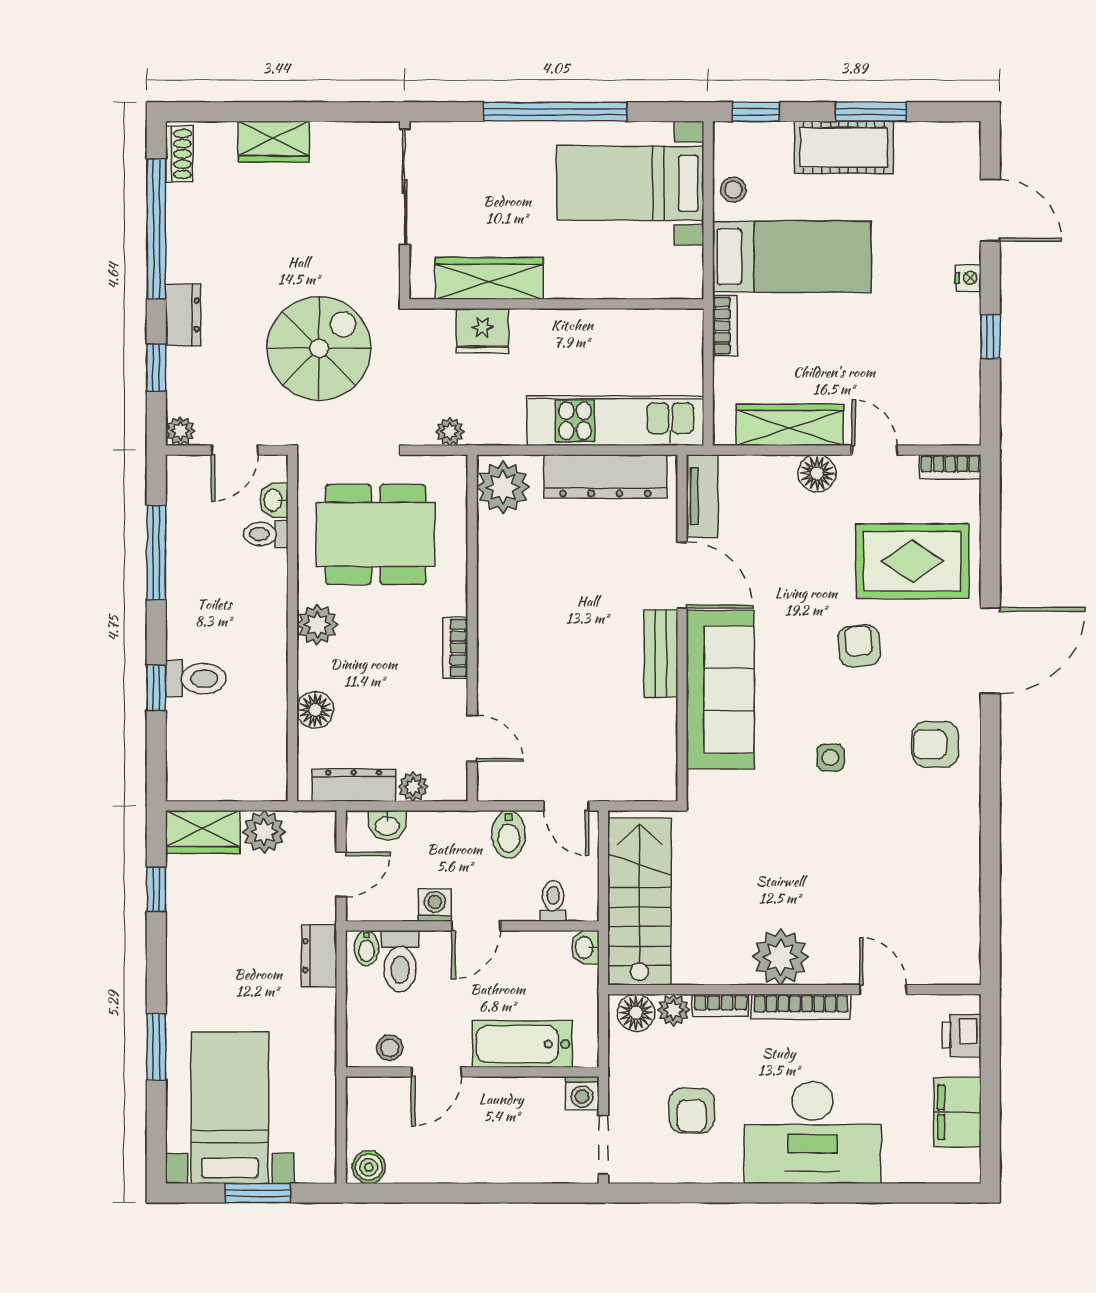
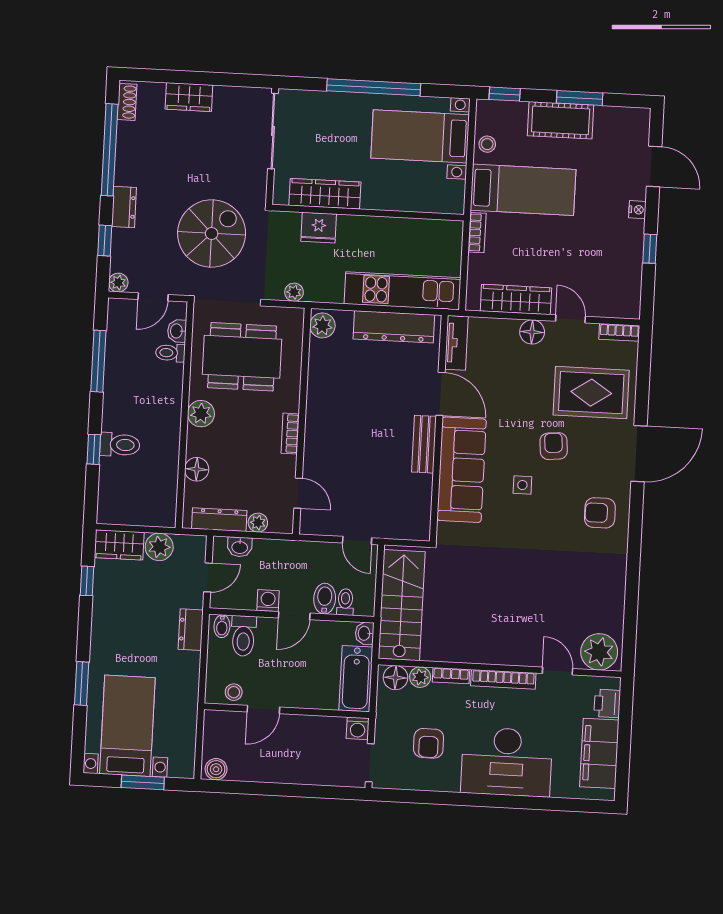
plant: (503, 487) -> (322, 325), width x0.73, depth x0.73
side table: (830, 758) -> (522, 485), moved
bidet: (509, 834) -> (325, 599), moved, turned 180
plant: (781, 957) -> (599, 652), moved
bathtub: (522, 1044) -> (356, 679), moved, turned -90
filing cabinet: (958, 1112) -> (599, 753), width x1.50, depth x1.17

